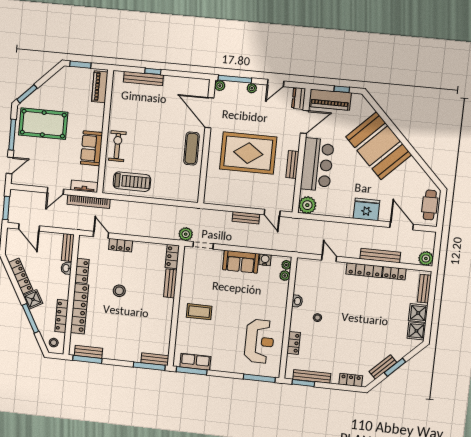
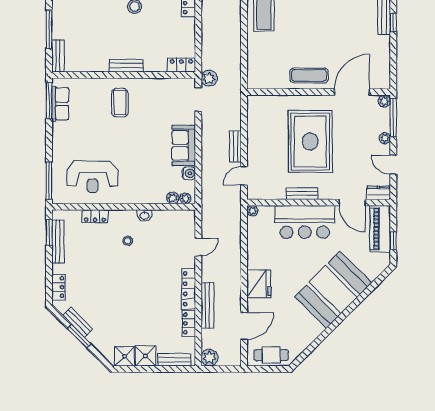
plant: (307, 205) -> (252, 211), width x0.53, depth x0.53
bench: (170, 283) -> (126, 66), moved
window: (149, 366) -> (49, 29), moved

